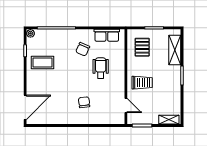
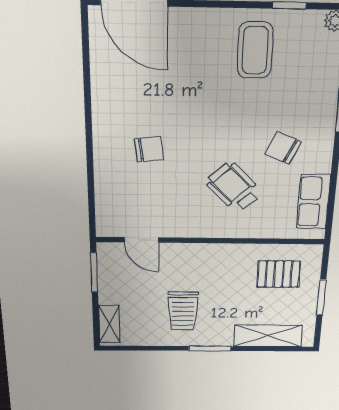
wheelchair: (101, 68) -> (234, 187), turned -133
trolley: (142, 83) -> (183, 311), moved
door: (126, 105) -> (141, 240), hinge flipped

